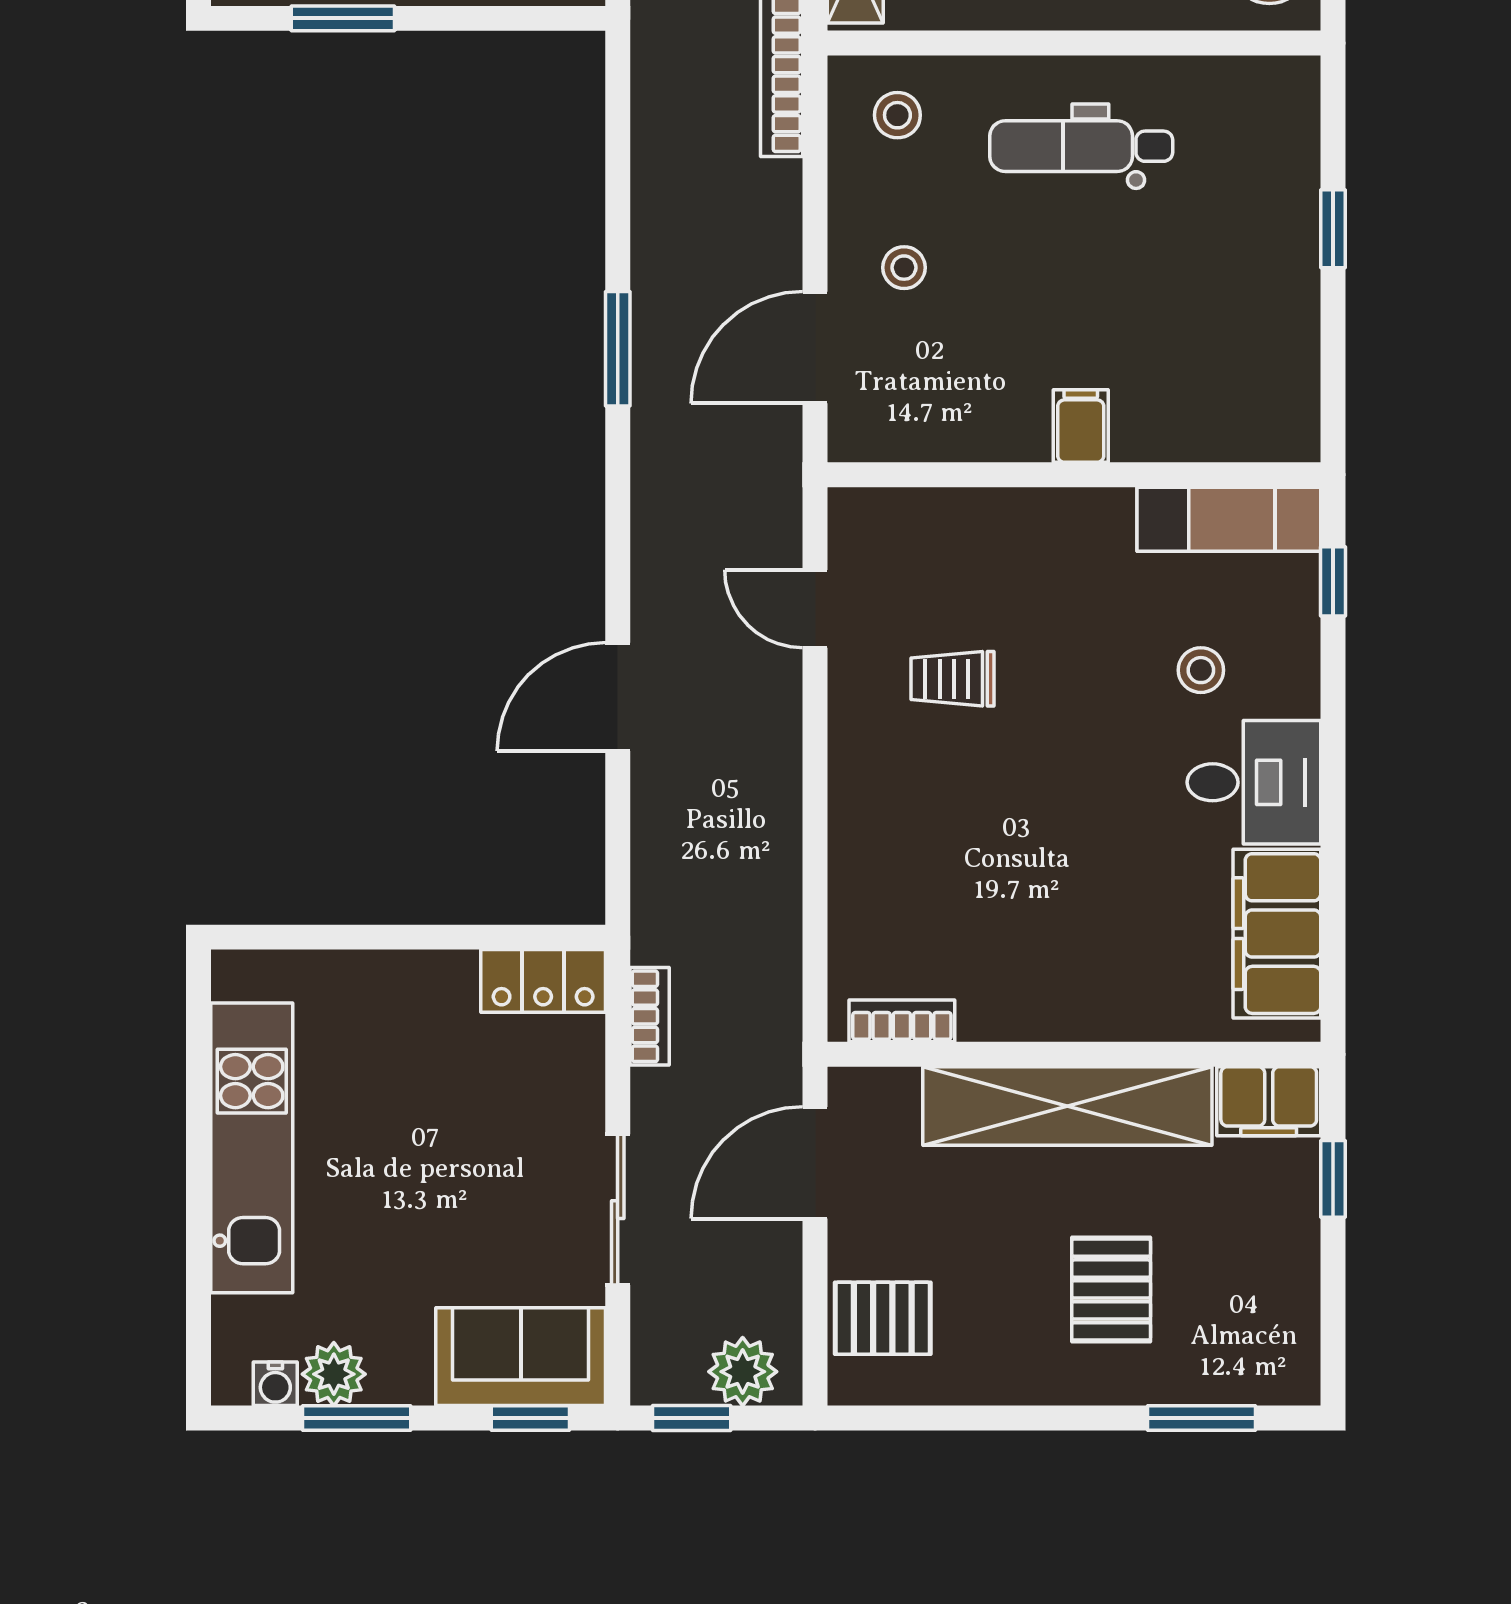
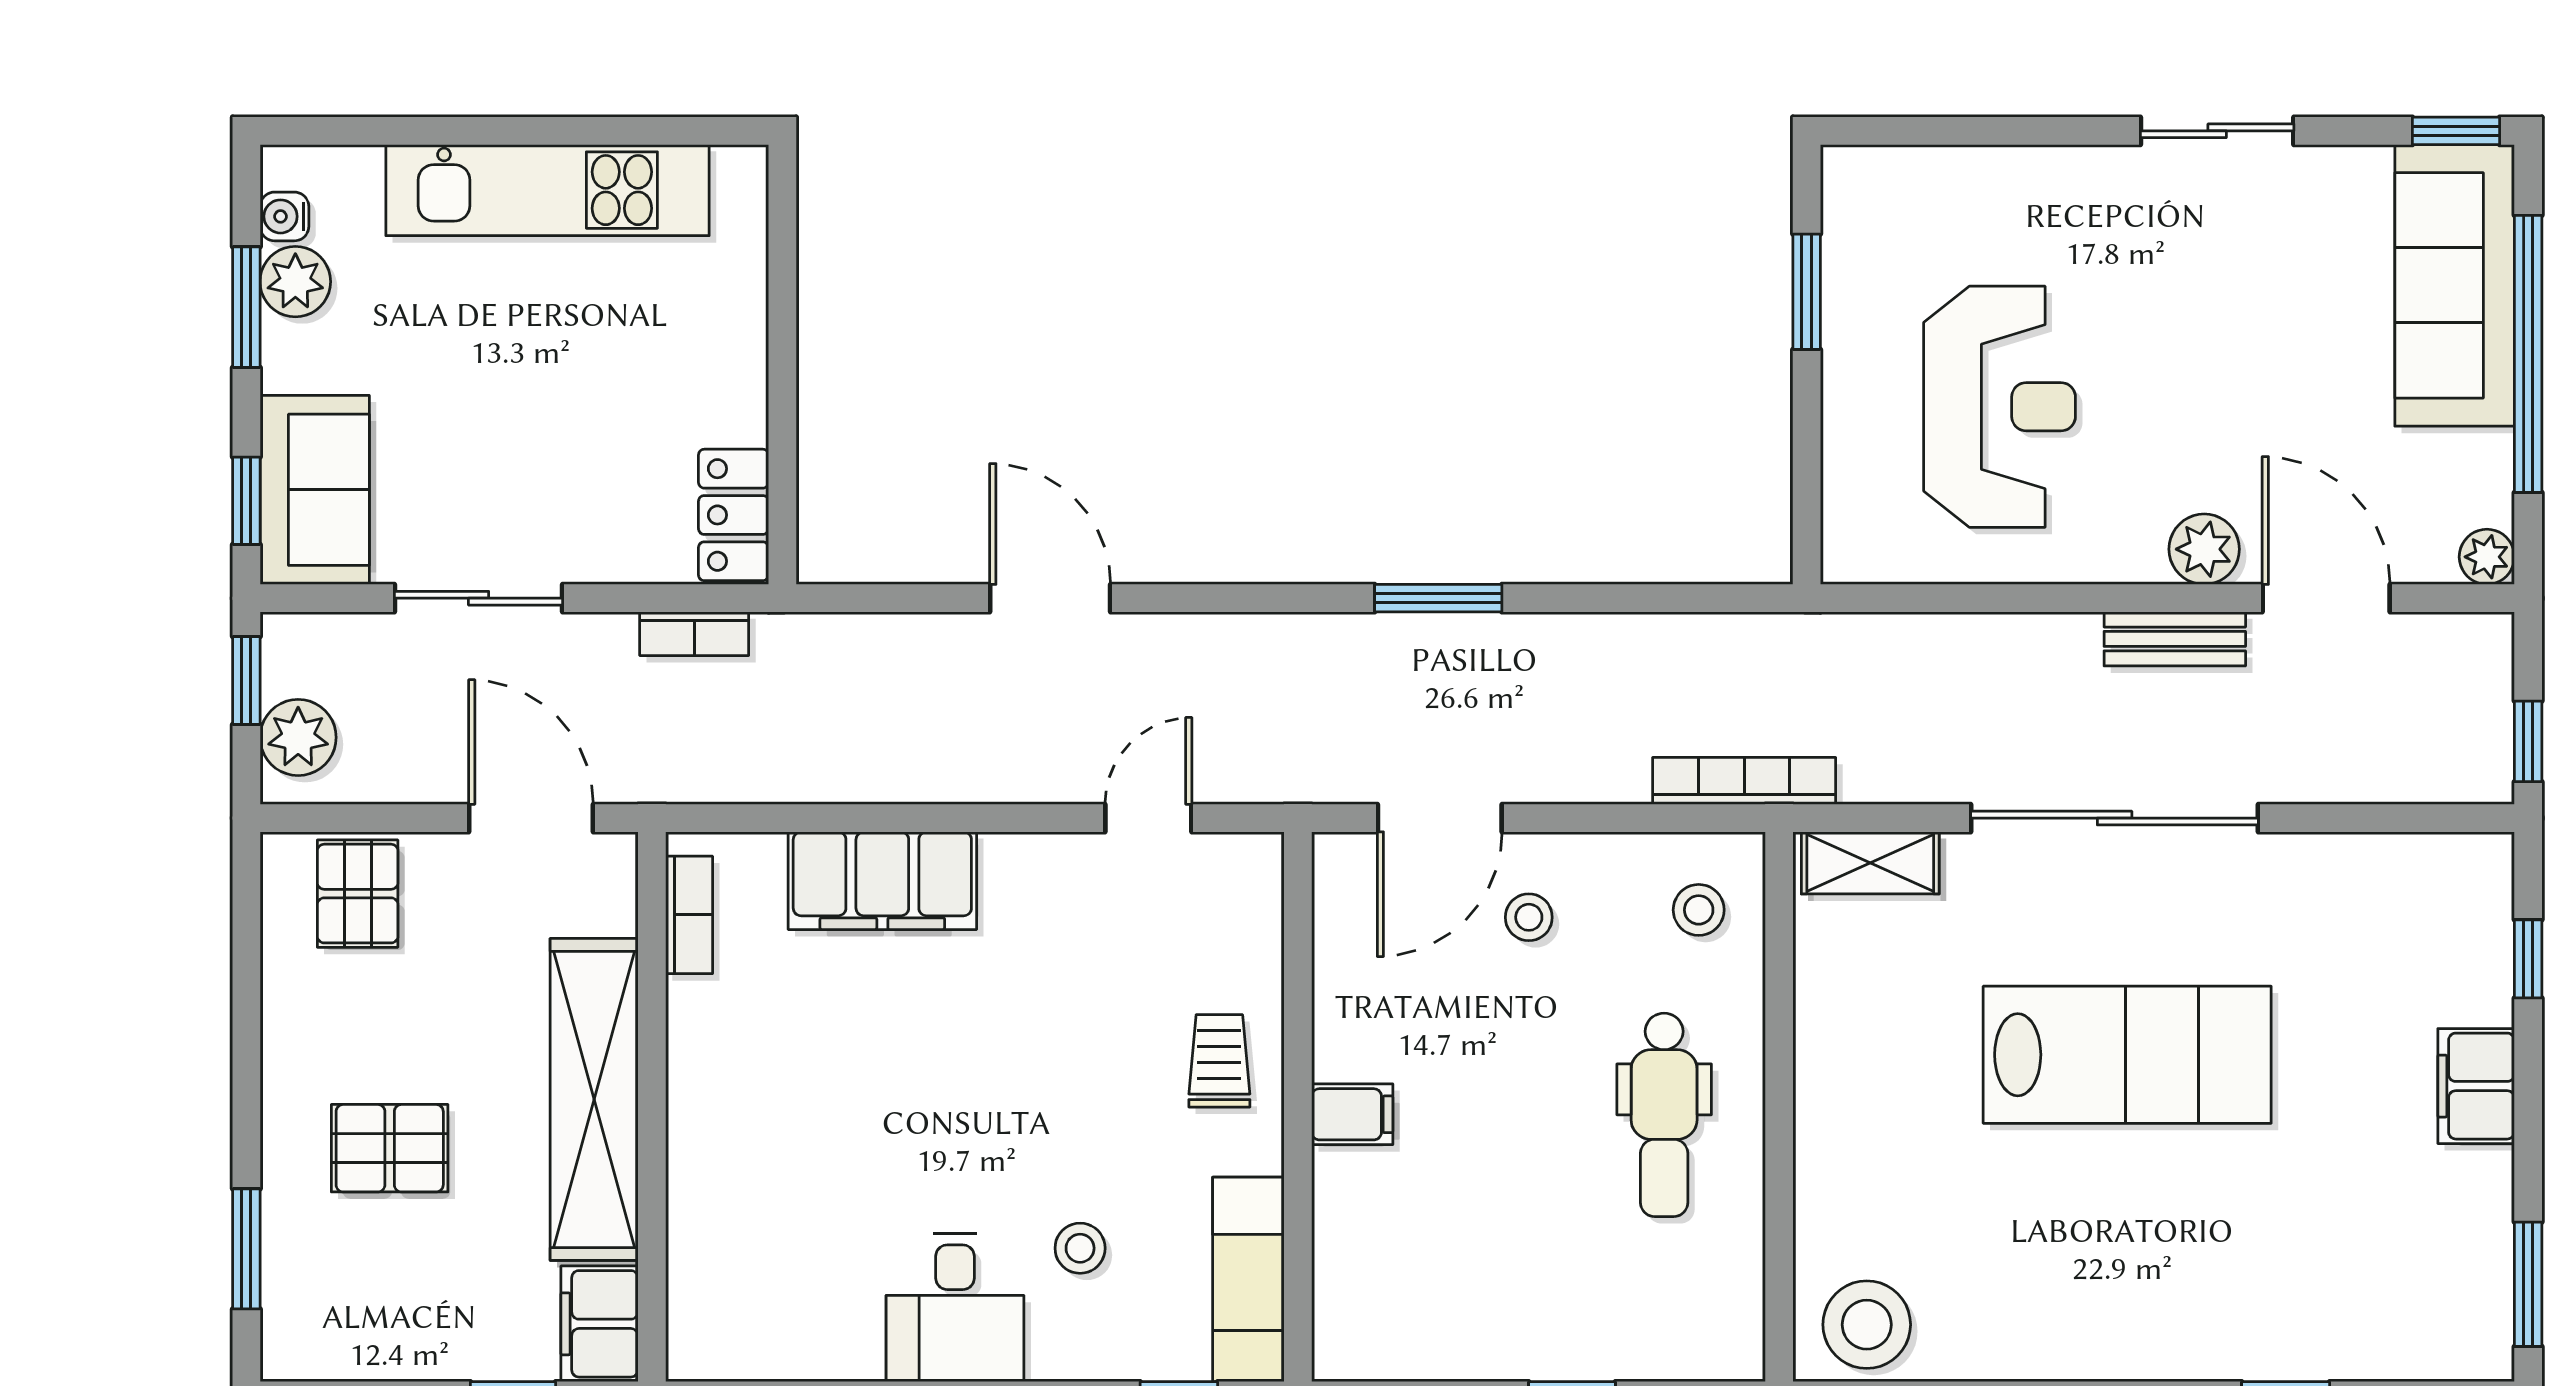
dental chair: (1081, 146) -> (1664, 1115), turned 180
door: (815, 348) -> (1440, 818), swing flipped
trolley: (952, 679) -> (1219, 1061), moved
filing cabinet: (1277, 934) -> (882, 881), moved, turned 180

